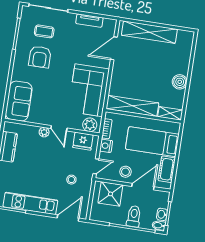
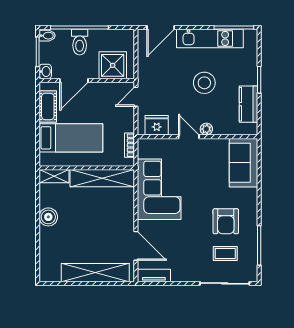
tv unit: (89, 21) -> (154, 275), moved
door: (114, 48) -> (136, 246), hinge flipped
armchair: (40, 57) -> (226, 221), turned 180
plant: (90, 125) -> (151, 147), removed
nightstand: (106, 146) -> (127, 124), removed
stool: (125, 172) -> (98, 96), removed
stool: (71, 180) -> (204, 83), moved, width x1.89, depth x1.89
washbasin: (162, 214) -> (45, 72), moved

